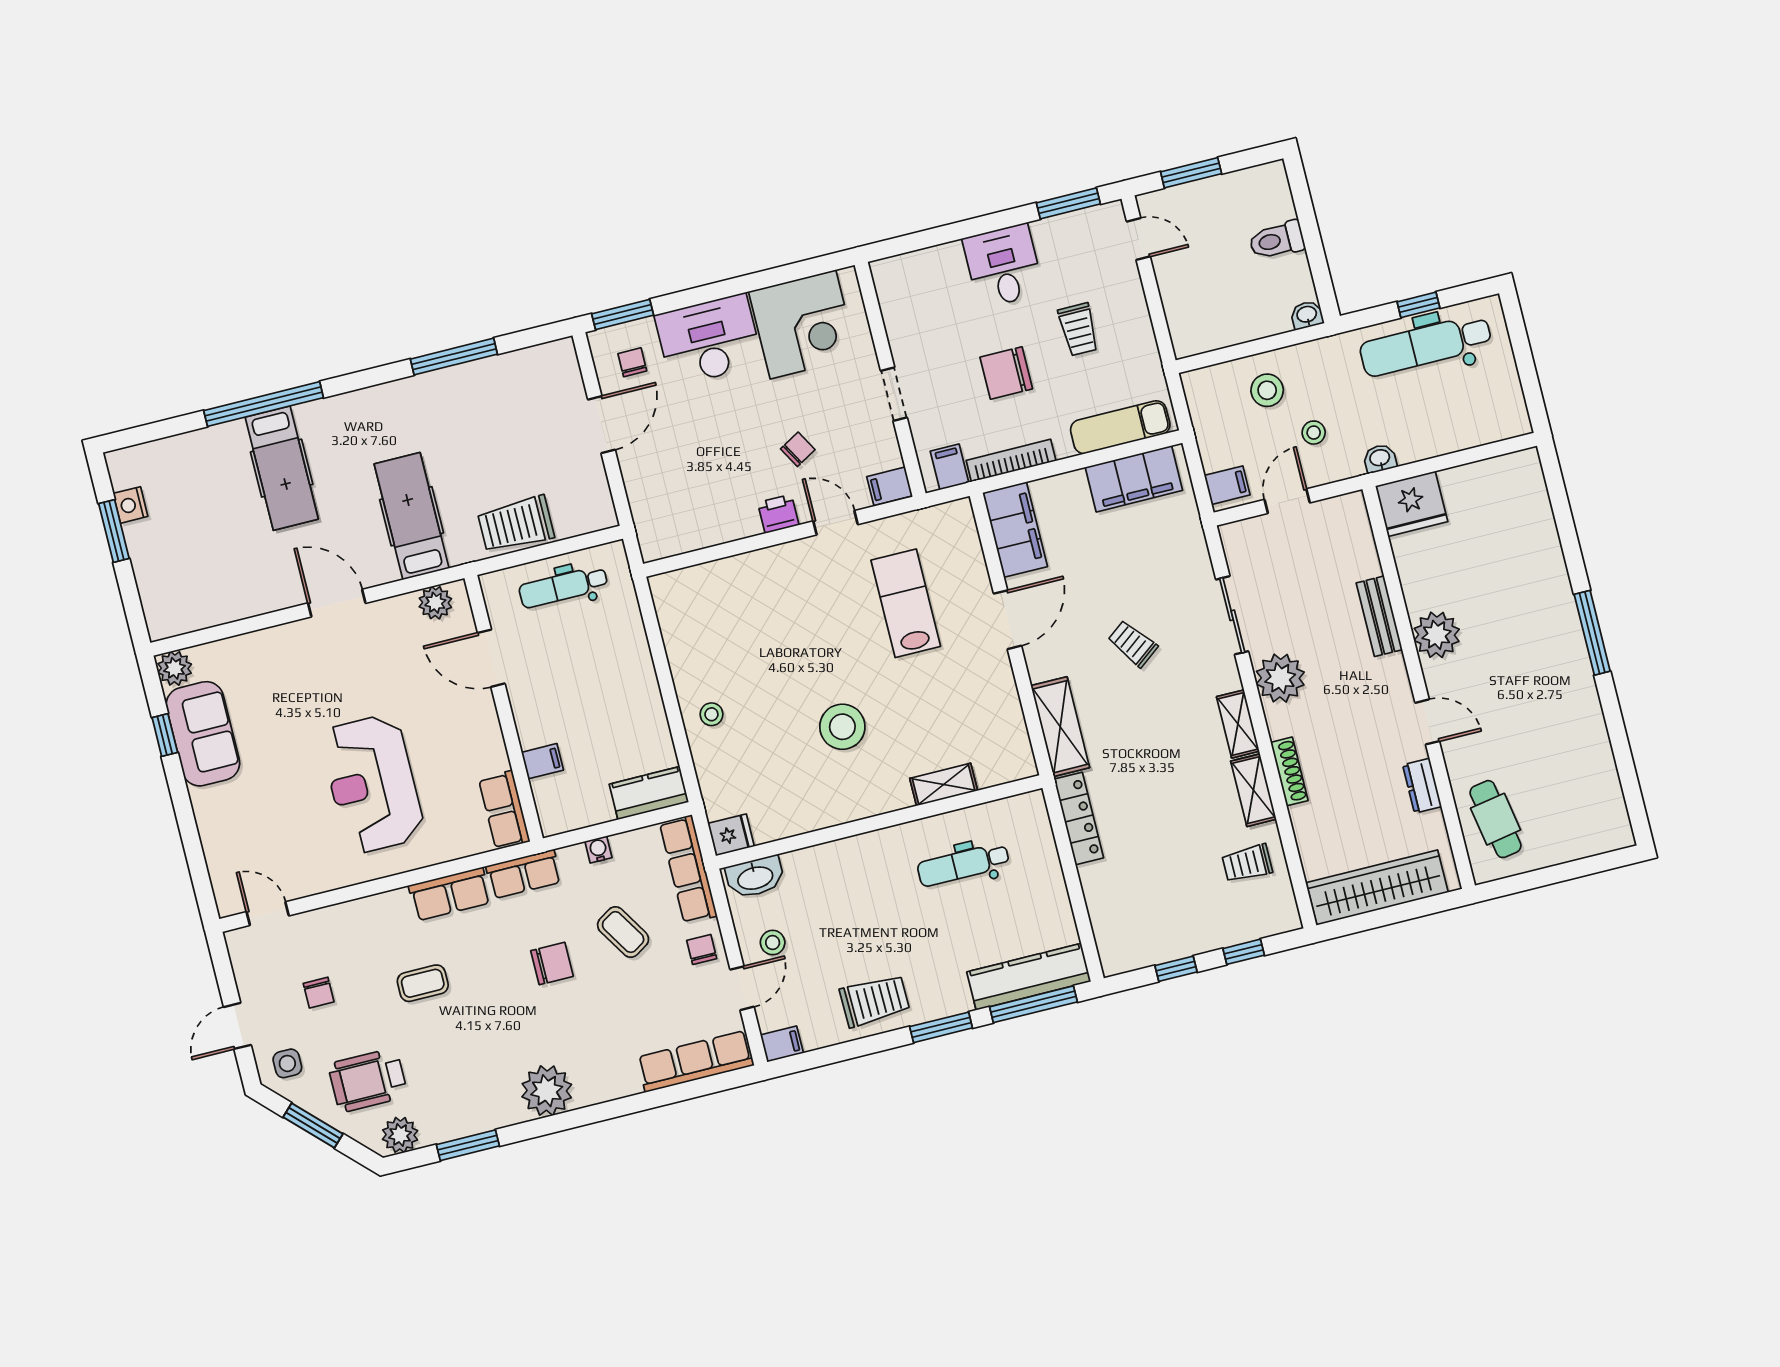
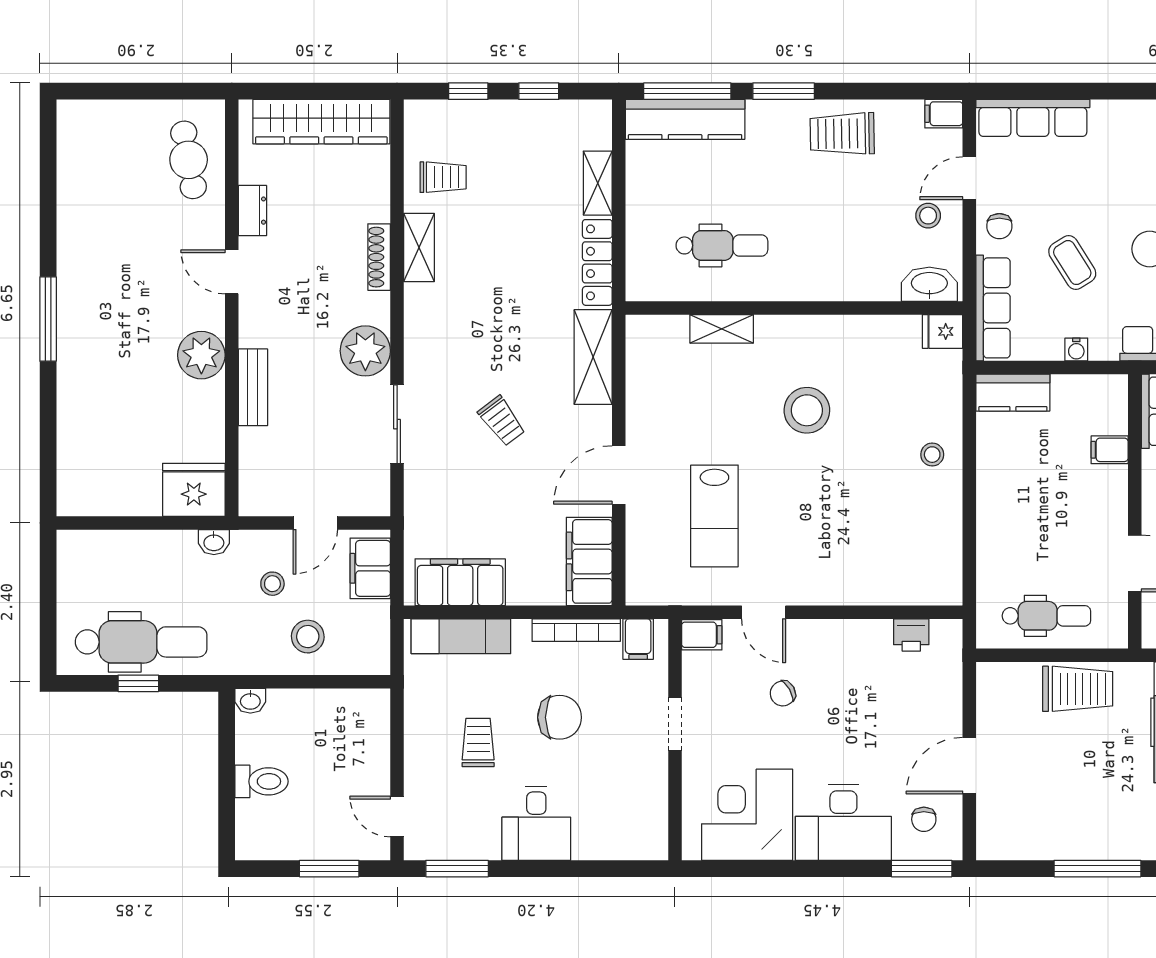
filing cabinet: (1227, 485) -> (370, 568), width x2.00
printer: (778, 514) -> (911, 635), moved
shelving: (1238, 724) -> (598, 183), moved

